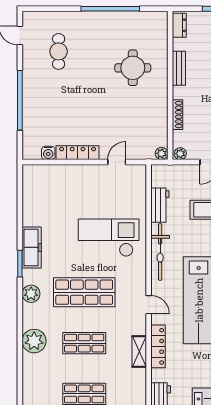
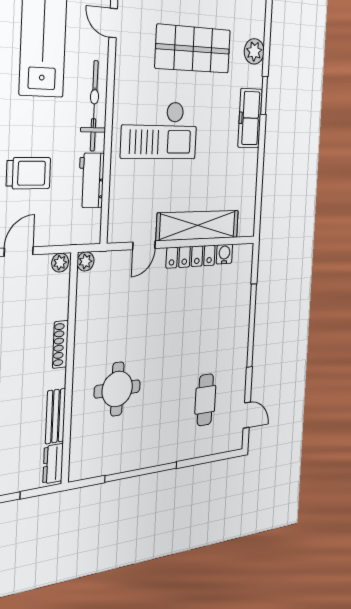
bench: (179, 68) -> (56, 416), moved
shoe rack: (177, 115) -> (61, 344), moved
shelving: (73, 174) -> (198, 225), added

